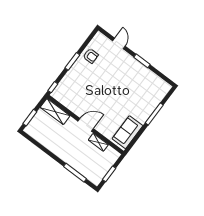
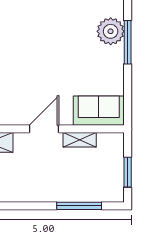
plant: (150, 103) -> (111, 31), added
sofa: (127, 132) -> (99, 111), moved, turned 90

